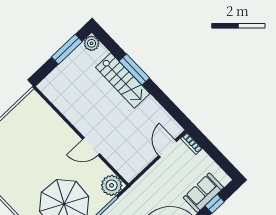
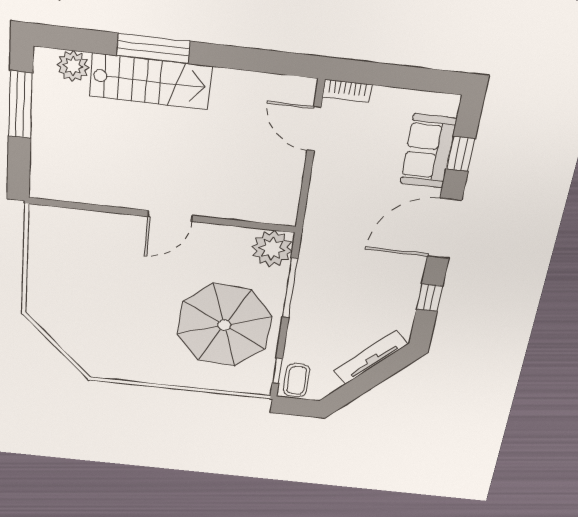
plant: (92, 43) -> (73, 66), moved
door: (91, 147) -> (170, 216), moved

